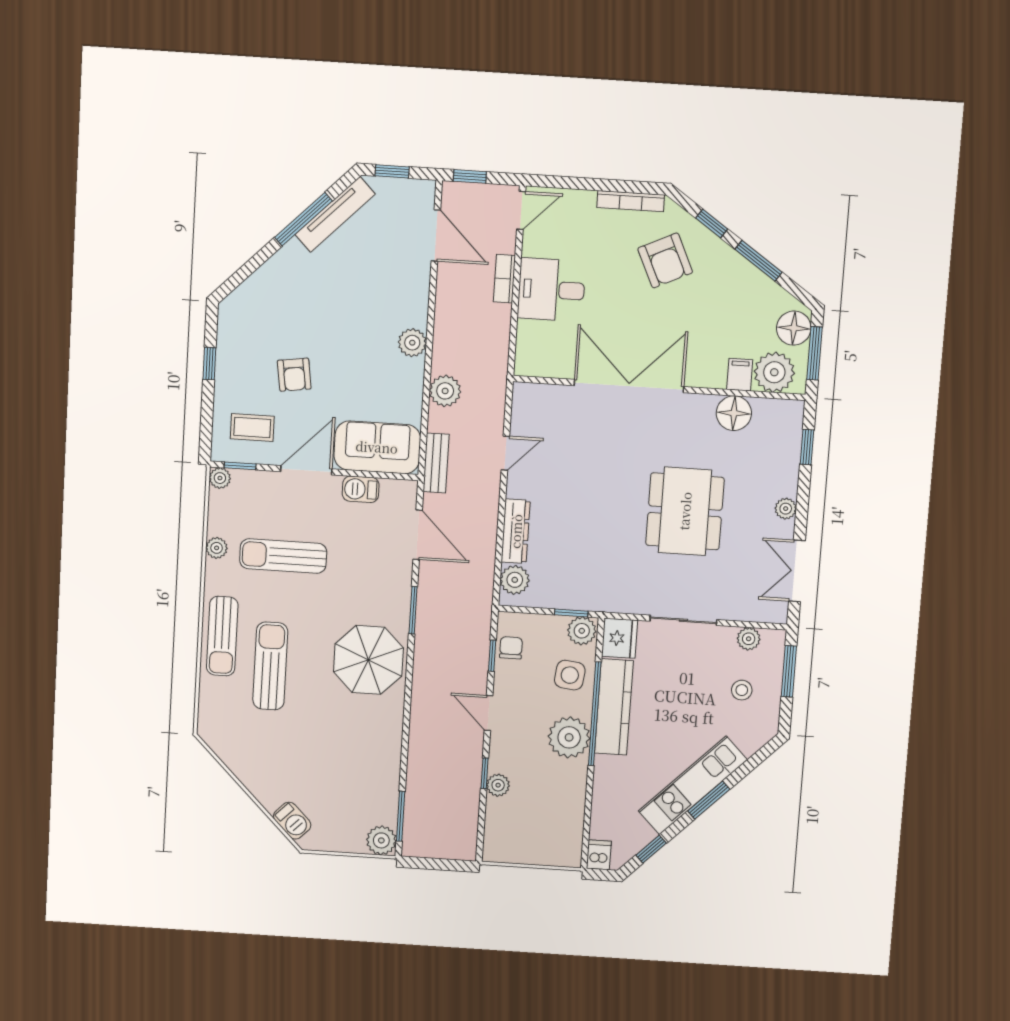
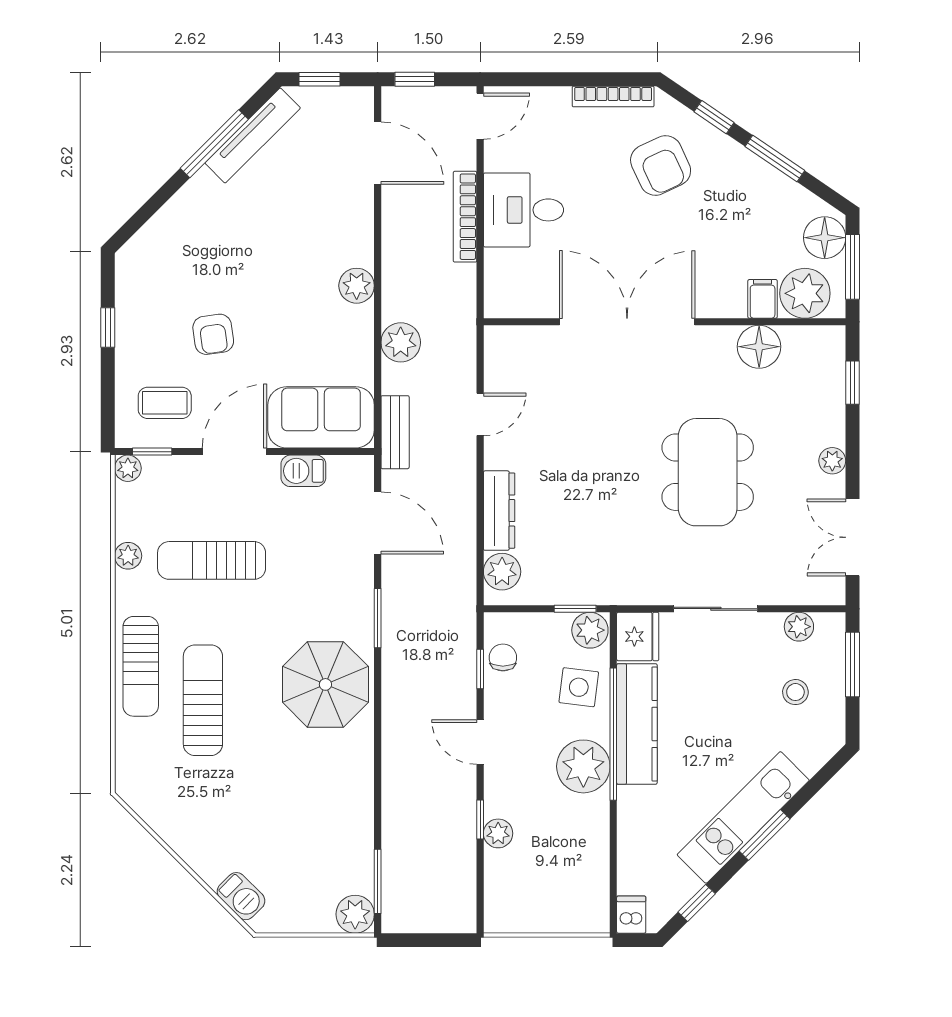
bookcase: (504, 279) -> (465, 217), width x1.56

